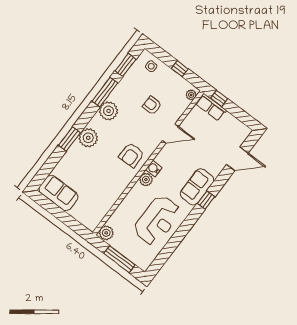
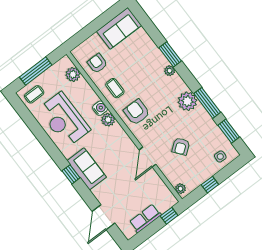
armchair: (152, 105) -> (181, 146), turned 142
row of seats: (211, 107) -> (145, 218), moved
plant: (88, 138) -> (170, 71), width x0.53, depth x0.53
water cooler: (154, 168) -> (100, 108), moved
coffee table: (115, 181) -> (115, 88), added
armchair: (96, 204) -> (97, 63), added
plant: (106, 233) -> (73, 74), moved
coffee table: (141, 255) -> (34, 94), added

